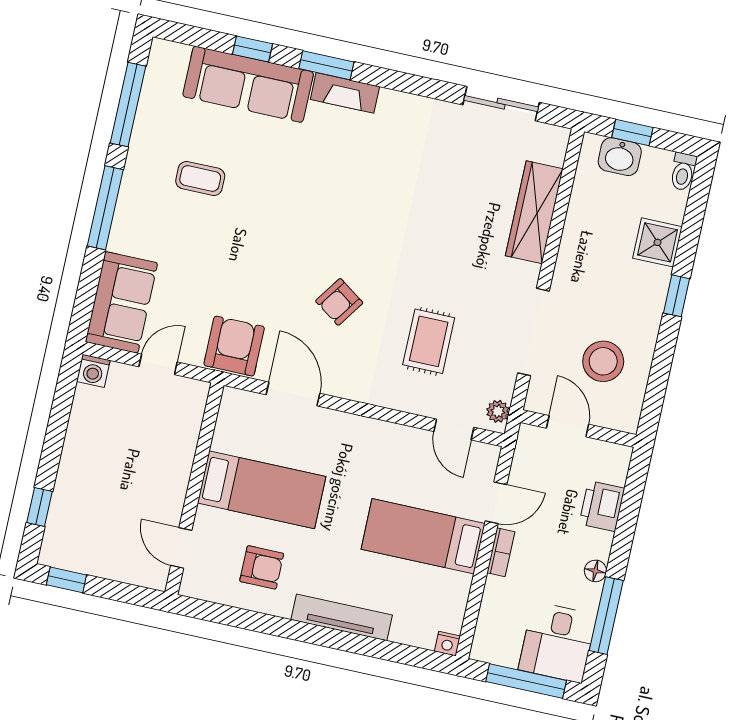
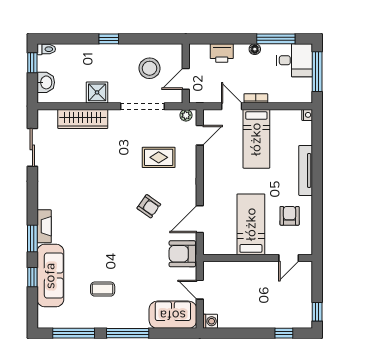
window: (632, 133) -> (32, 63), moved
coffee table: (200, 178) -> (103, 289), turned 90
shower: (658, 242) -> (97, 92), moved

